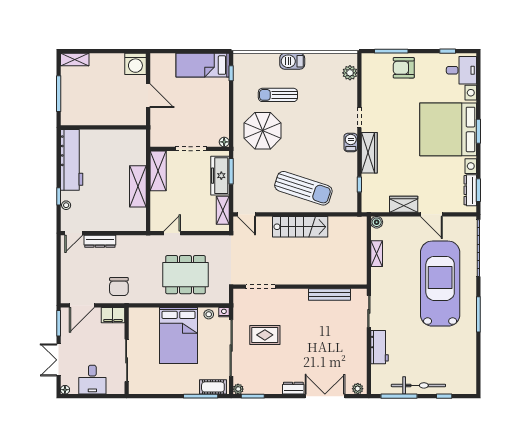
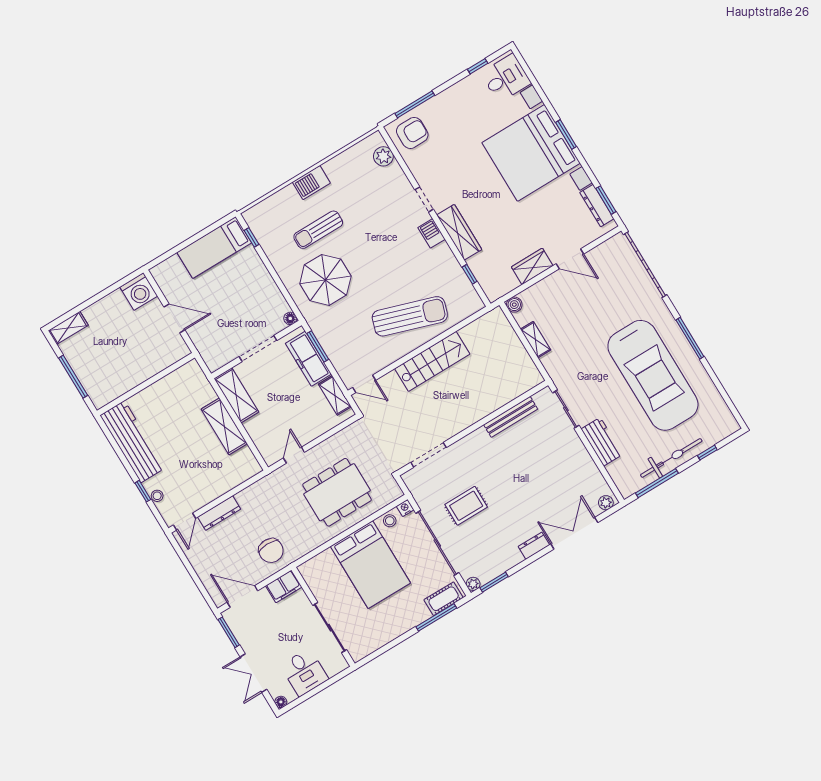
armchair: (404, 68) -> (412, 133), moved, turned 180
car: (440, 284) -> (653, 375), moved, turned 180
door: (82, 305) -> (242, 596), swing flipped

